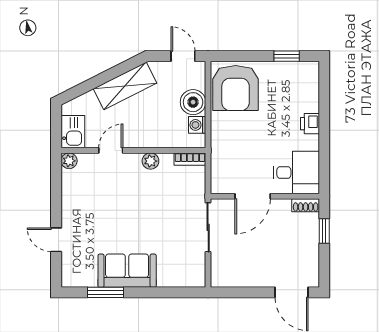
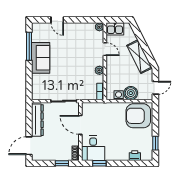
printer: (310, 124) -> (135, 156), moved
window: (324, 161) -> (99, 163), added
door: (56, 240) -> (57, 20), swing flipped
dresser: (244, 277) -> (37, 120), added
window: (105, 292) -> (29, 46), width x1.44

